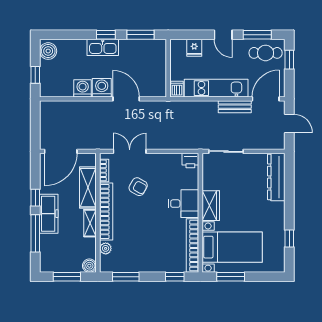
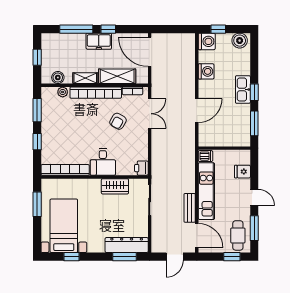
door: (223, 35) -> (254, 197), swing flipped
washing machine: (102, 88) -> (207, 41), moved
window: (289, 179) -> (125, 257), added
wardrobe: (211, 206) -> (115, 186), moved
freezer: (49, 214) -> (99, 41), width x0.71
bed with nightstands: (232, 247) -> (64, 226), moved, turned 180
boiler: (89, 266) -> (58, 78), moved
window: (67, 277) -> (37, 57), width x0.67
window: (175, 277) -> (37, 142), moved

